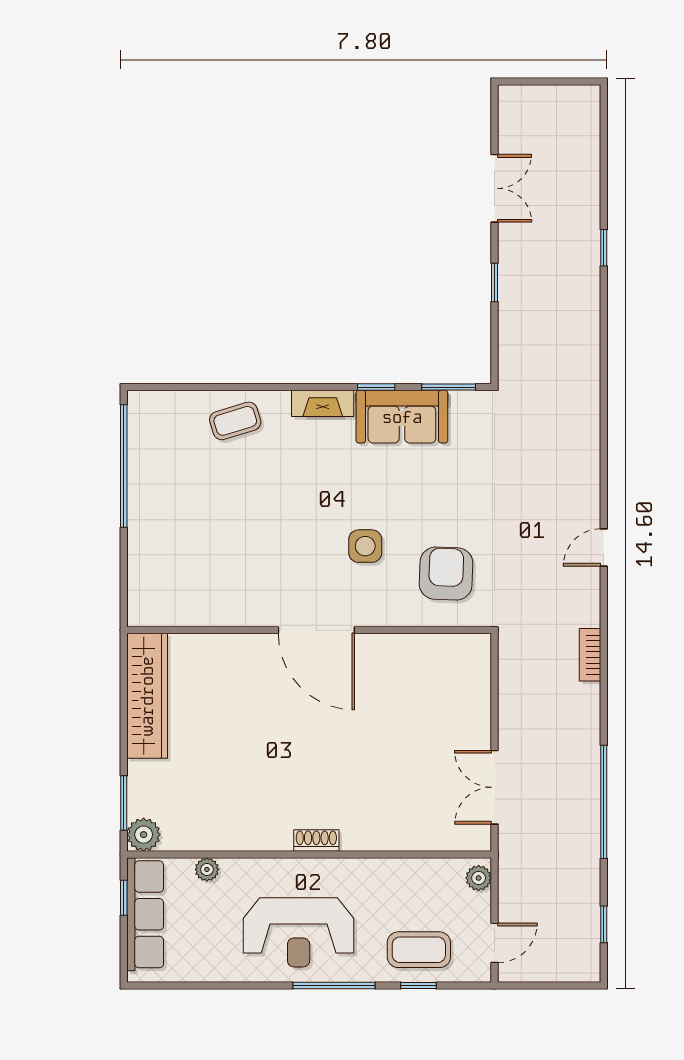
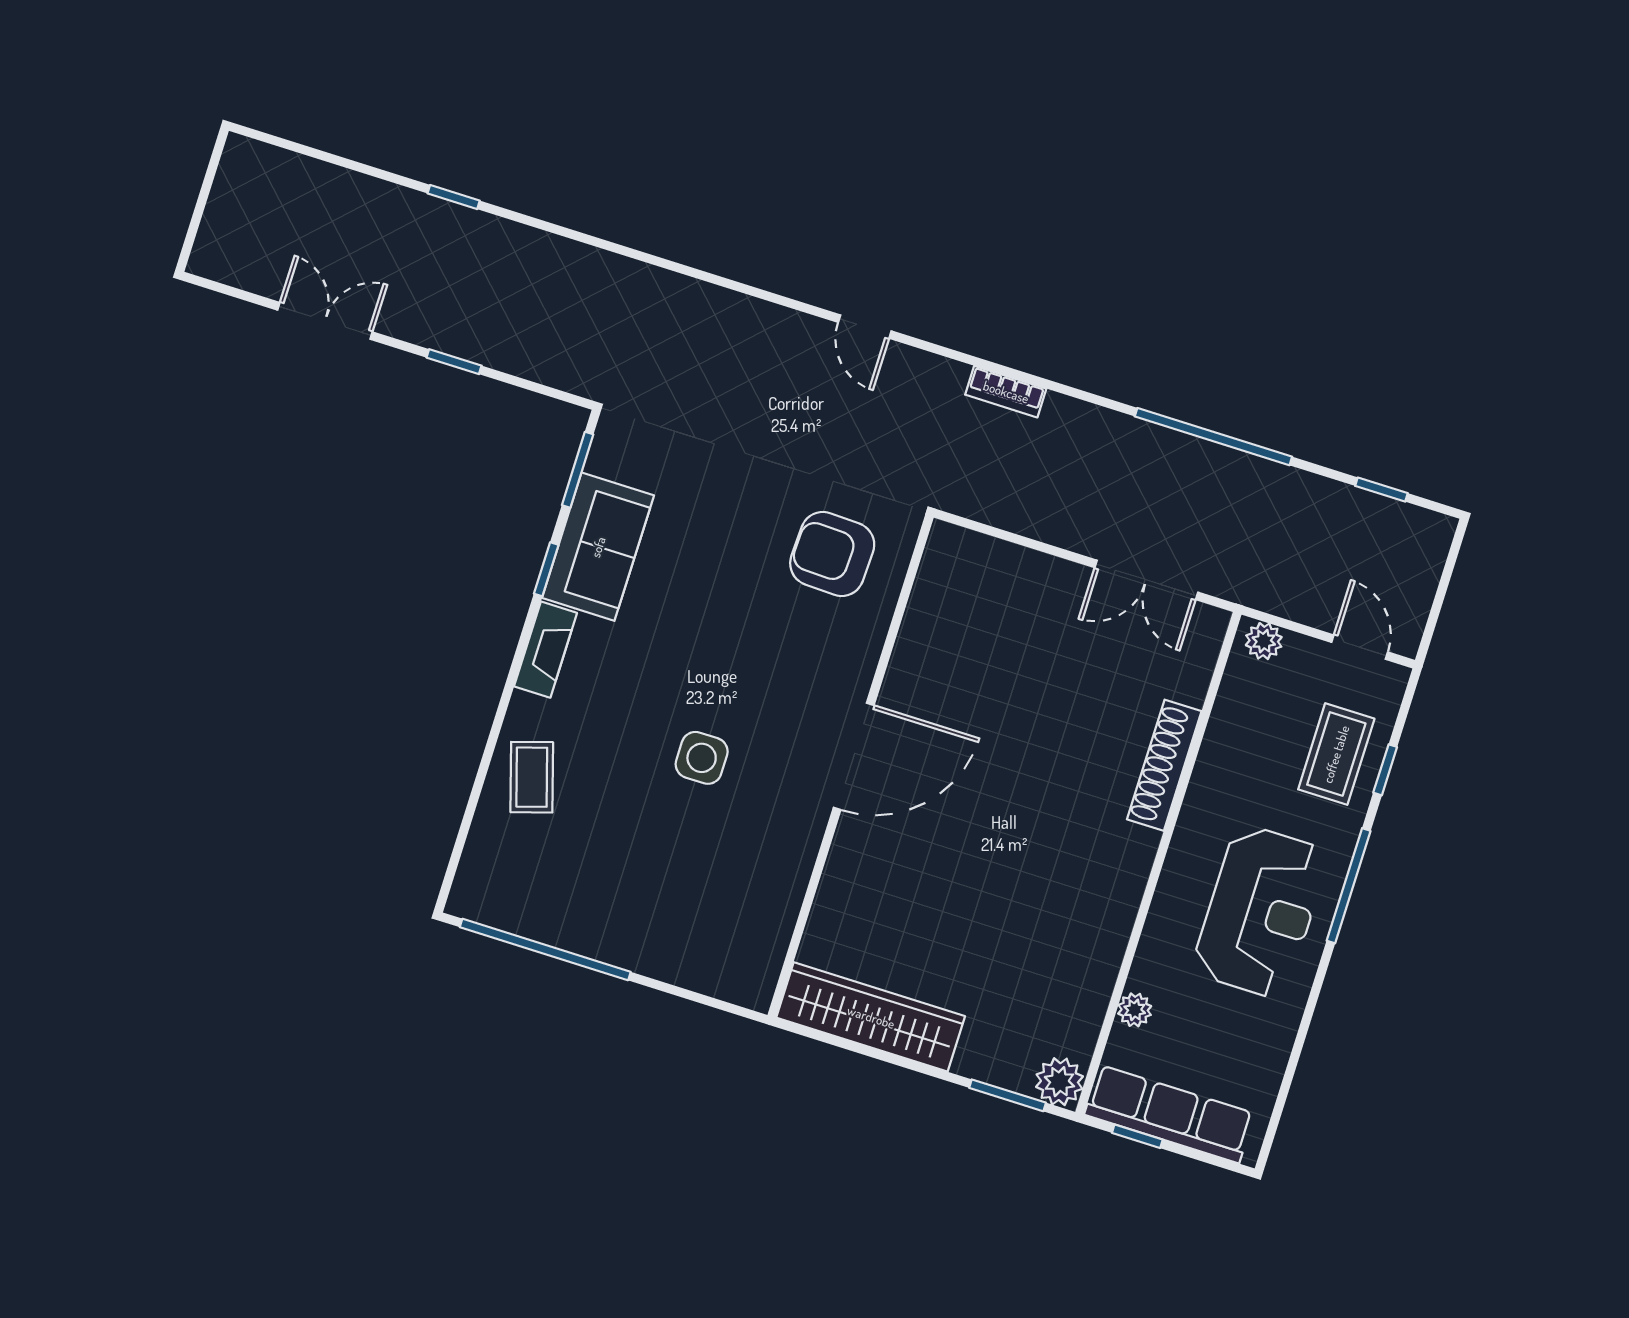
side table: (365, 546) -> (702, 758), moved
shoe rack: (316, 841) -> (1164, 765), moved, width x1.94, depth x1.24

